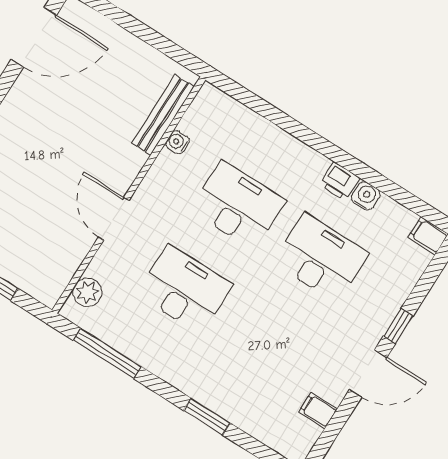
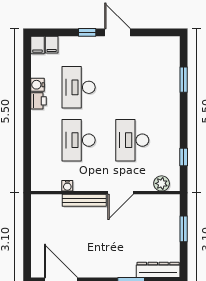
bench: (163, 115) -> (84, 200), moved
window: (107, 353) -> (184, 157), width x0.46
filing cabinet: (318, 410) -> (52, 45), moved
window: (207, 417) -> (184, 80), moved

